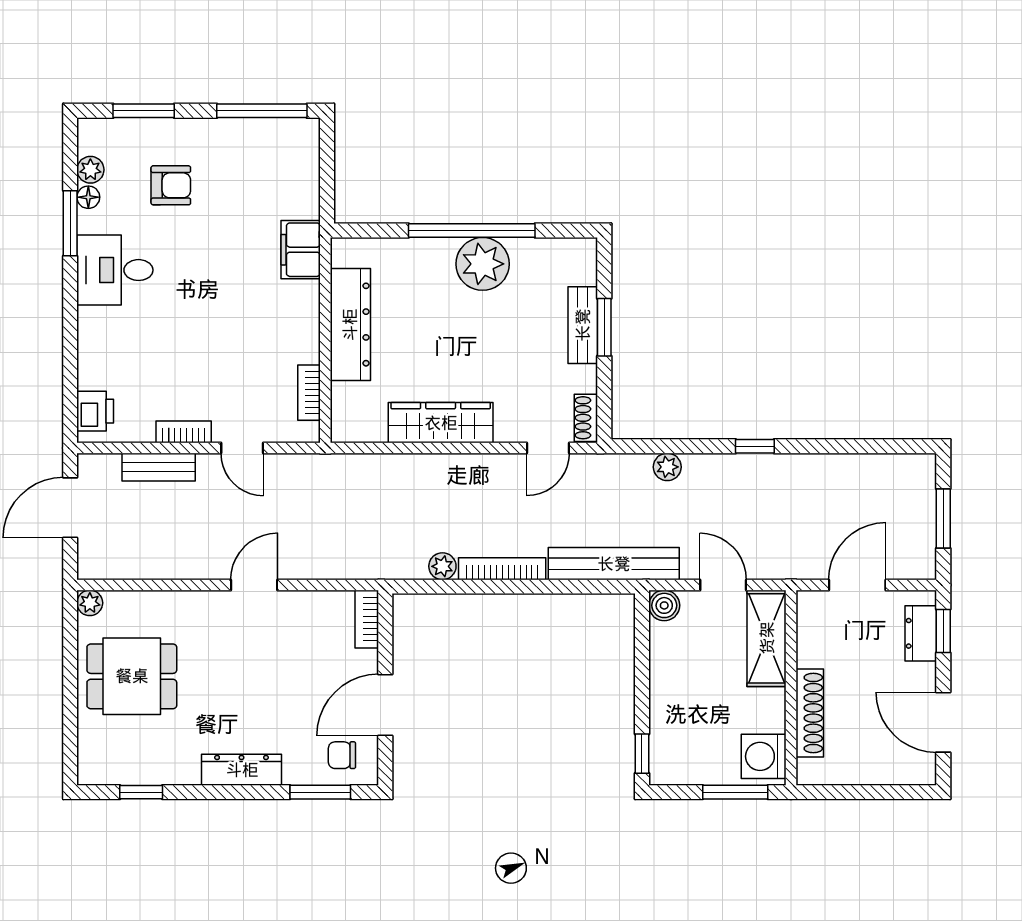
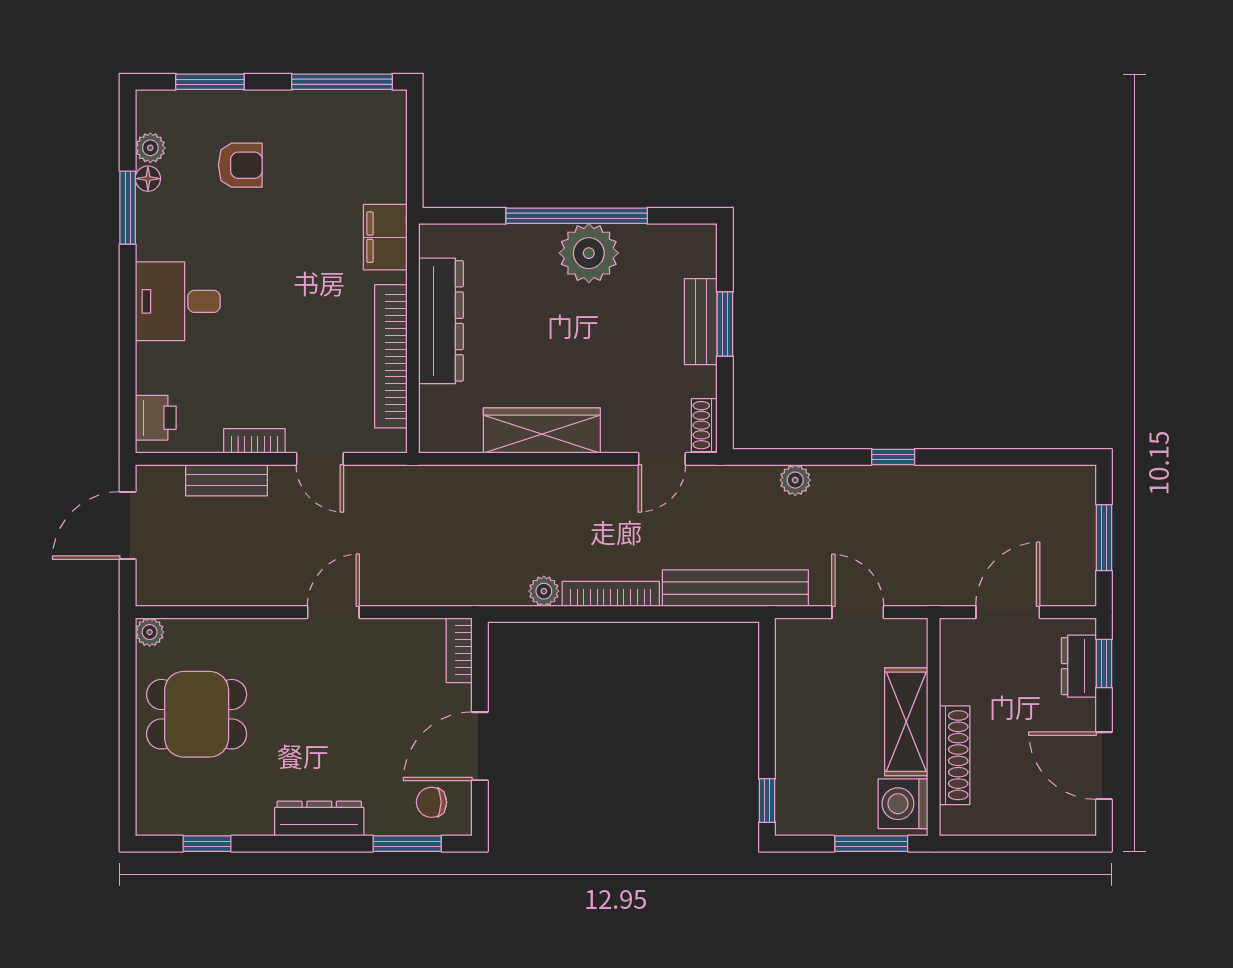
desk: (115, 270) -> (178, 301), moved
bookcase: (309, 393) -> (391, 356), width x2.31, depth x1.31
boiler: (664, 605) -> (792, 635), removed
shelving: (767, 638) -> (906, 722), moved

